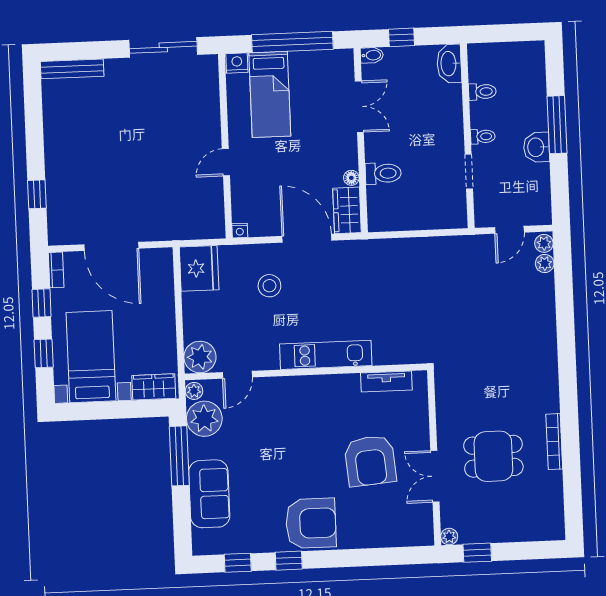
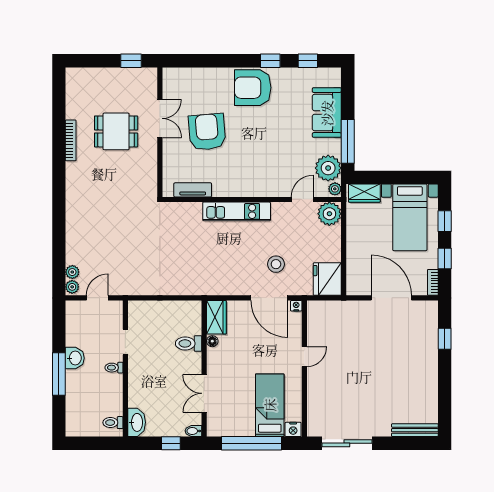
toilet: (482, 92) -> (113, 423), moved
door: (307, 238) -> (269, 298), moved
plant: (449, 537) -> (151, 74), removed

